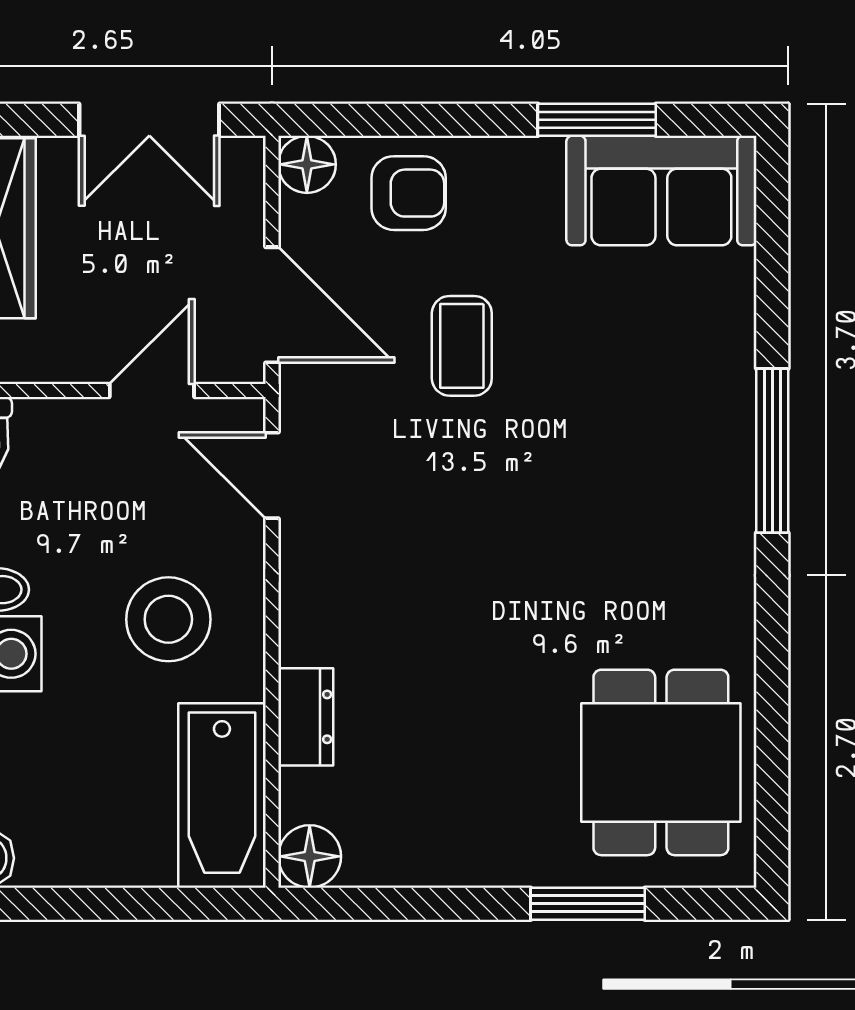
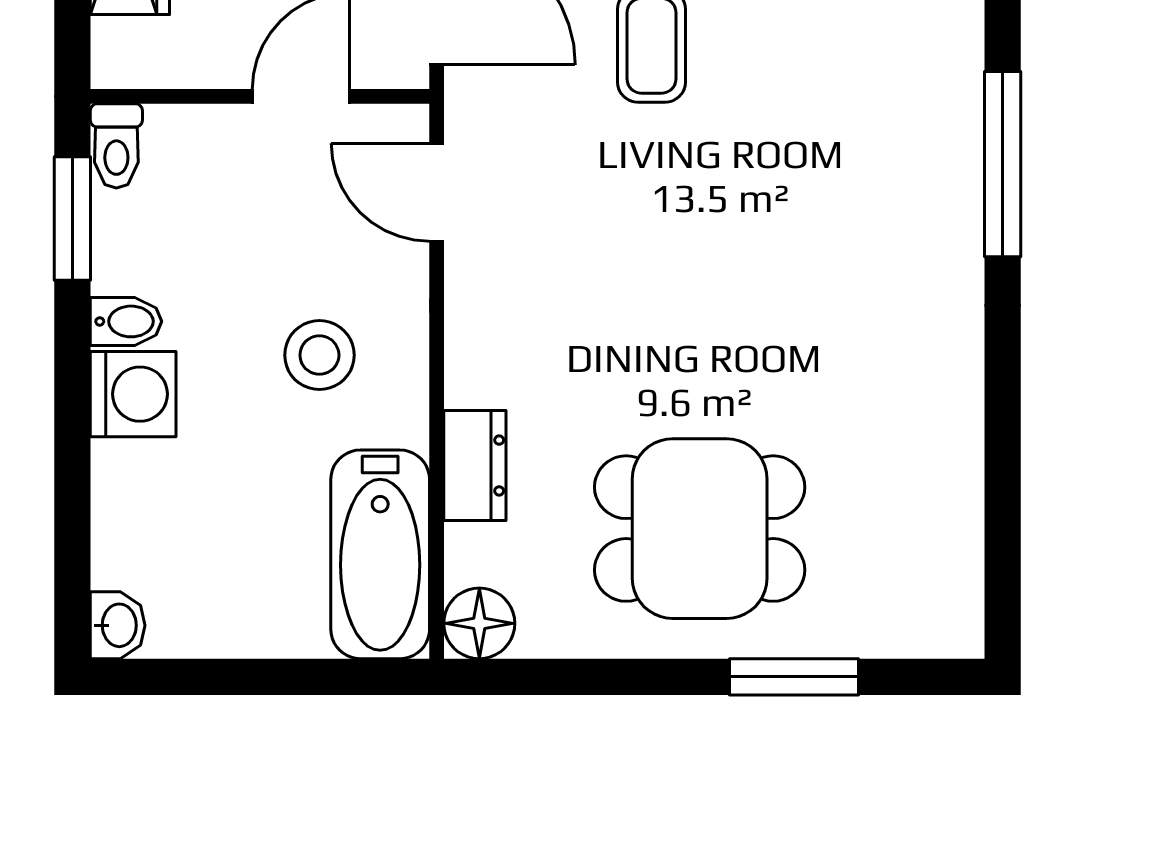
stool: (168, 619) -> (319, 355), width x0.73, depth x0.73
dining table: (661, 762) -> (700, 529), moved, turned 90

